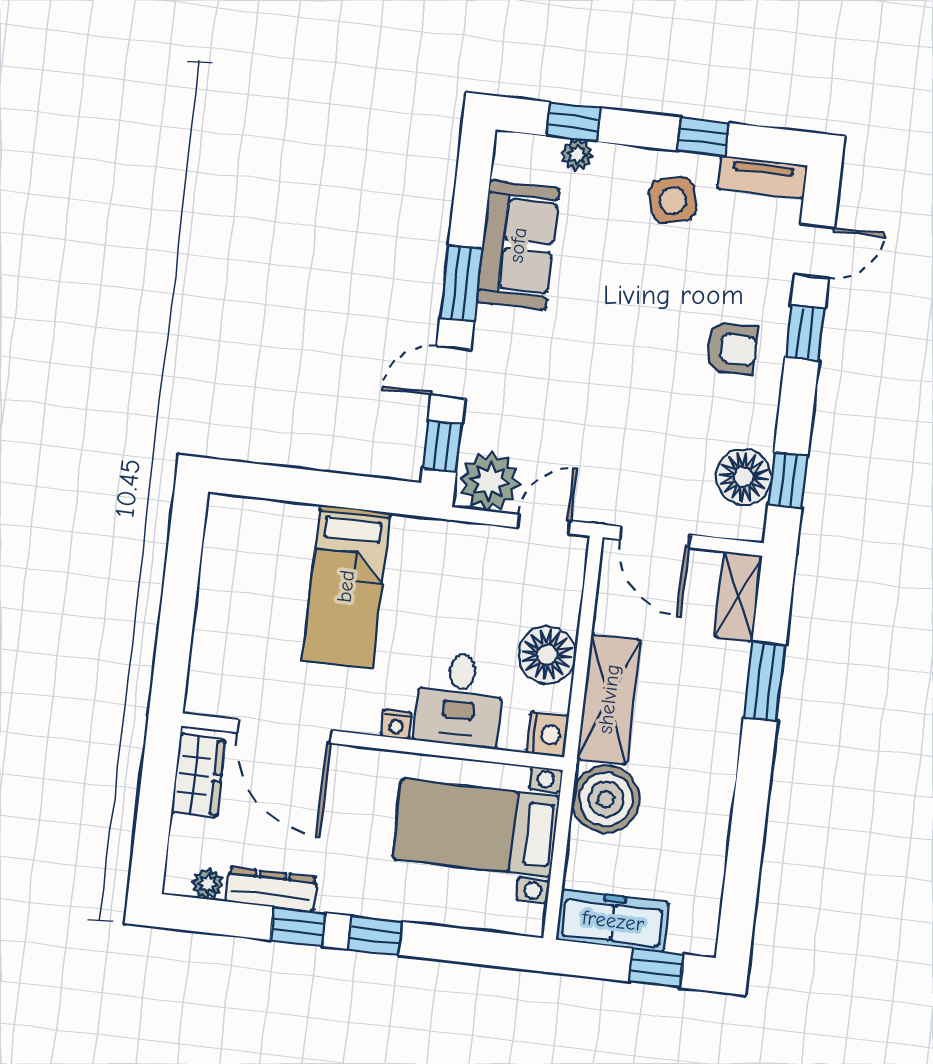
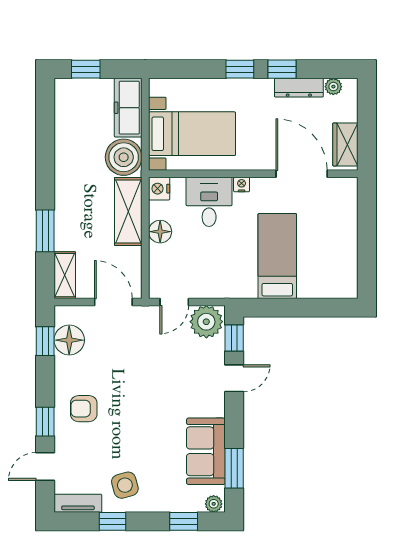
plant: (577, 155) -> (214, 504), moved
window: (461, 283) -> (234, 468), moved
floor lamp: (547, 655) -> (160, 232), width x0.73, depth x0.73
freezer: (613, 921) -> (128, 108), moved, turned 90

